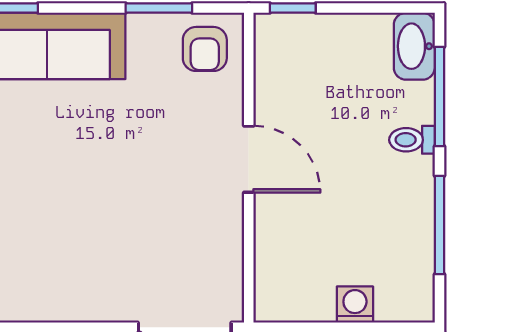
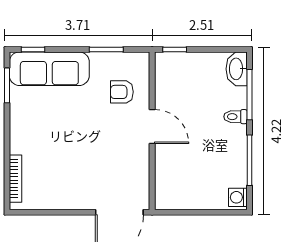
armchair: (205, 49) -> (122, 92), moved, turned 90
washing machine: (355, 304) -> (238, 197), moved, turned -90

